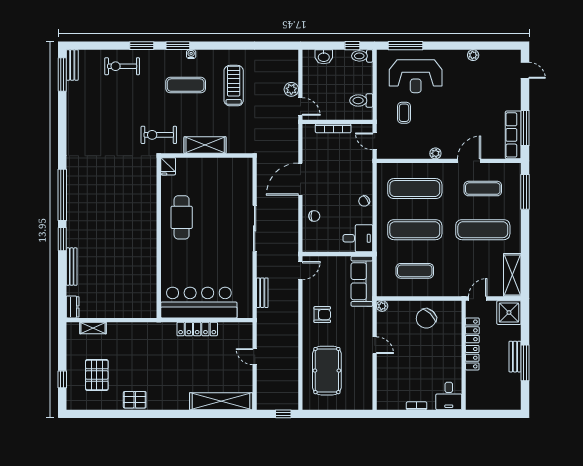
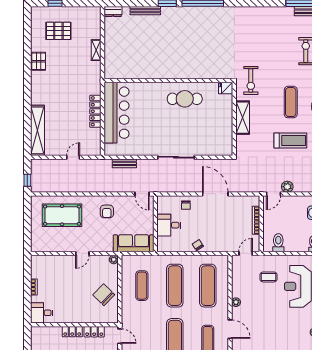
exercise bike: (159, 135) -> (251, 81), turned 180
desk: (358, 238) -> (169, 225), moved, turned 90
shelving: (93, 328) -> (96, 50), moved

